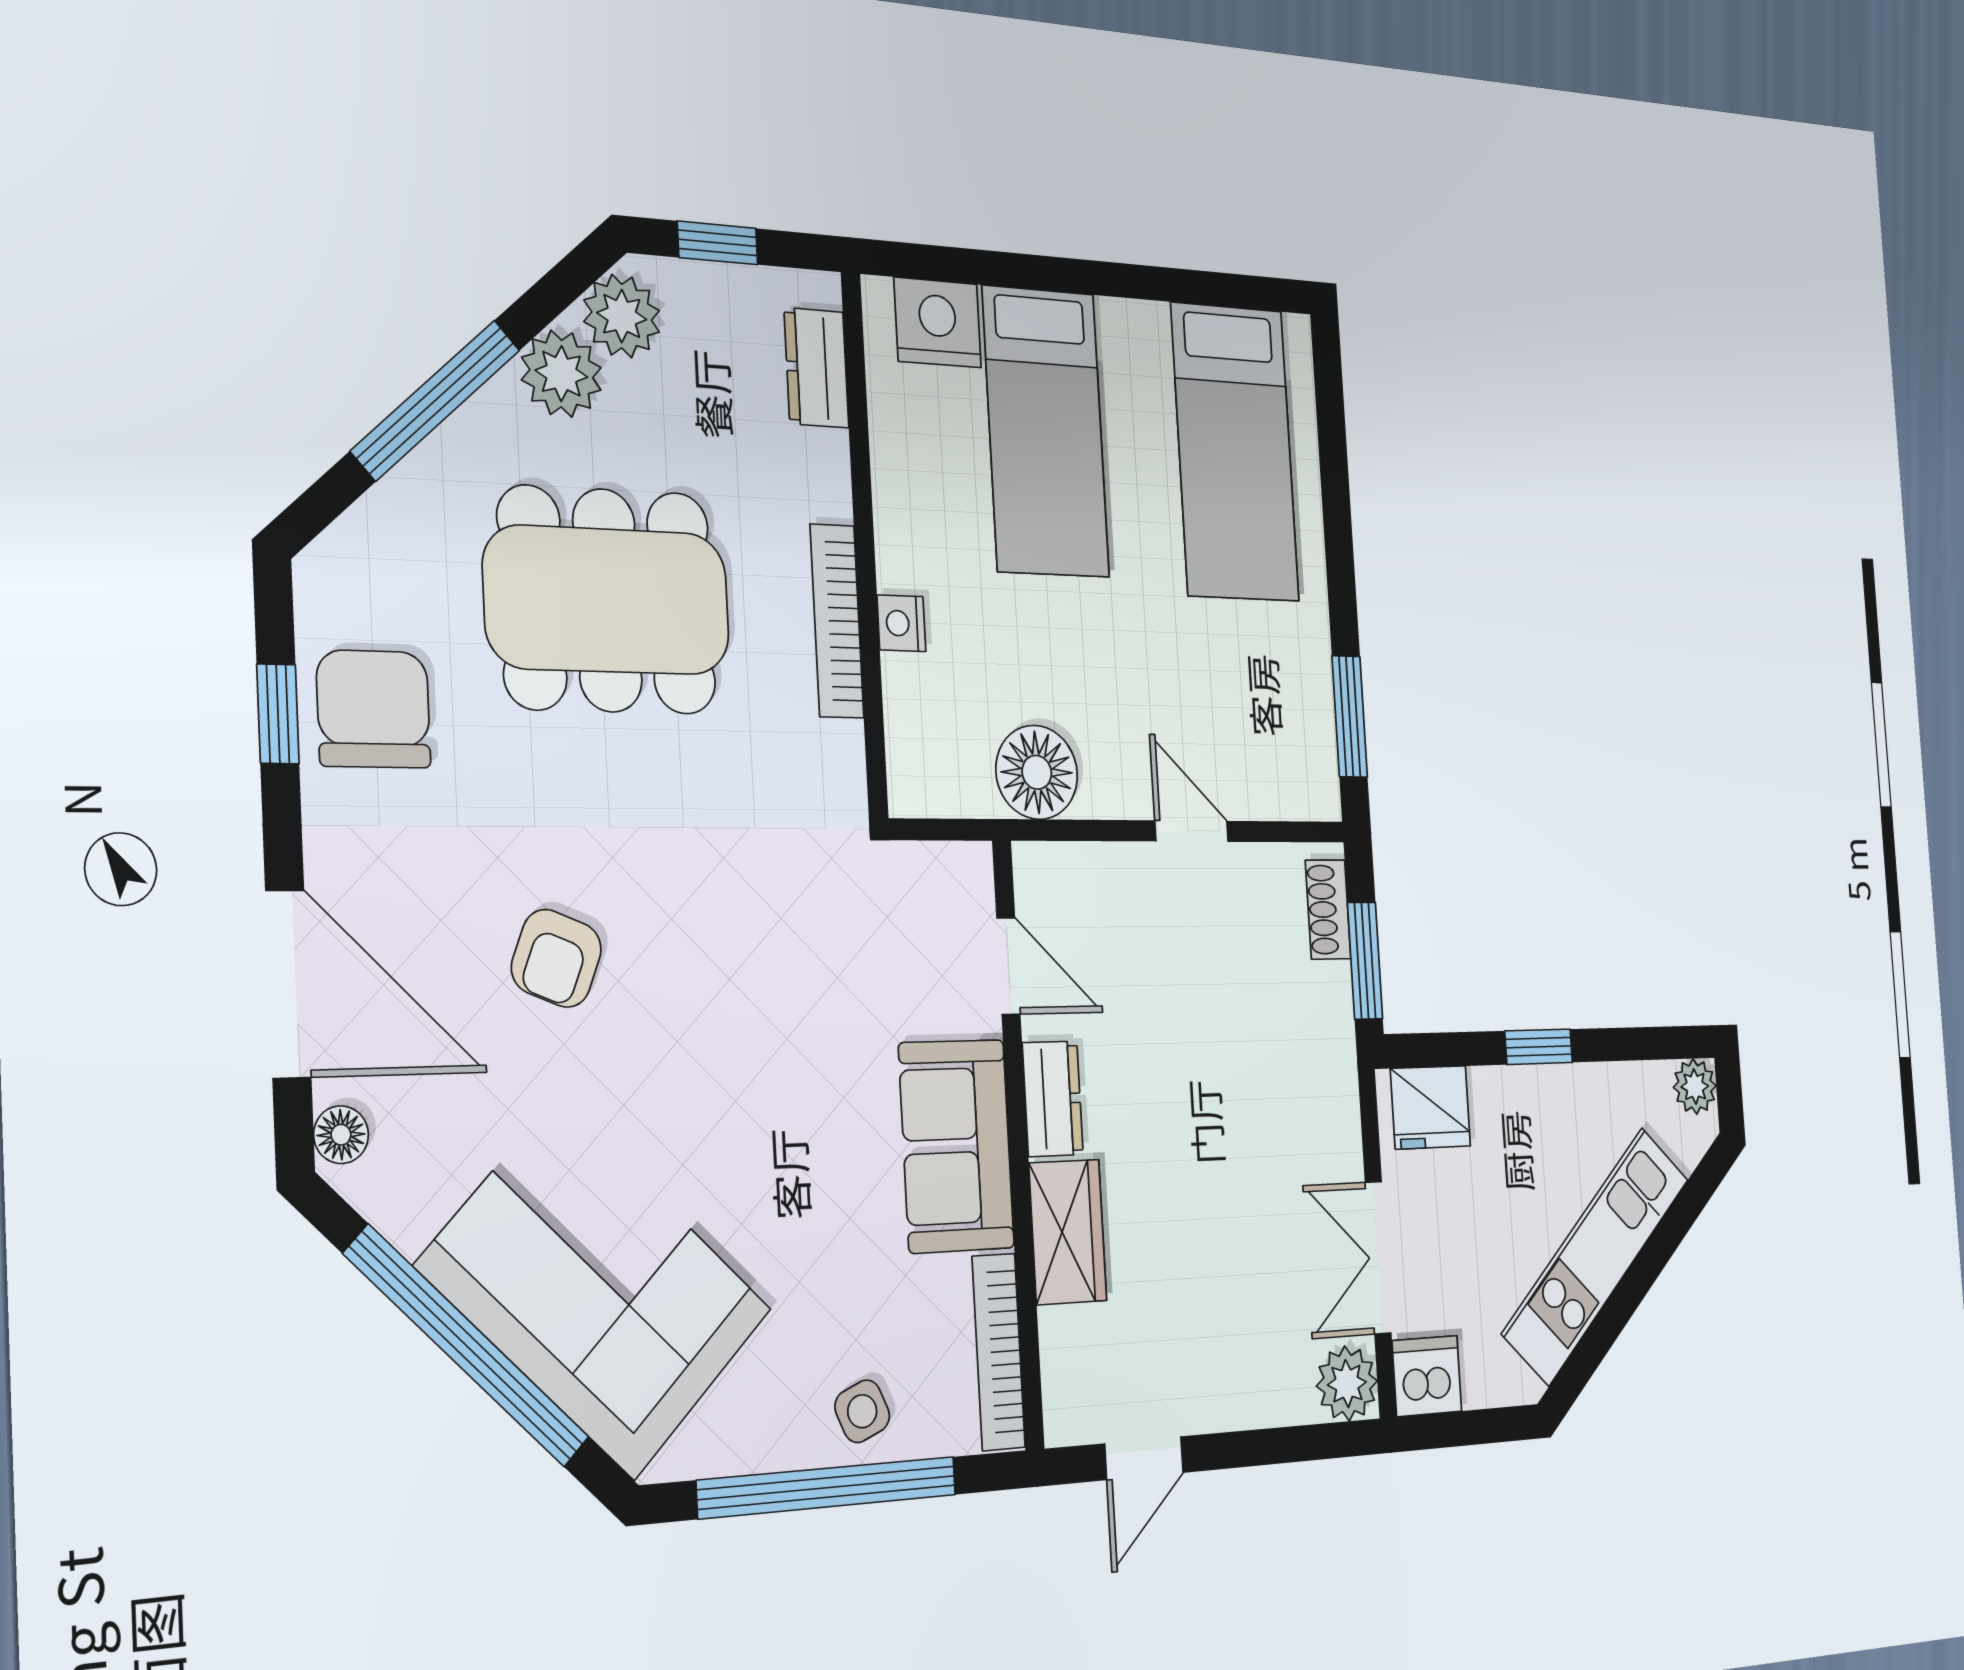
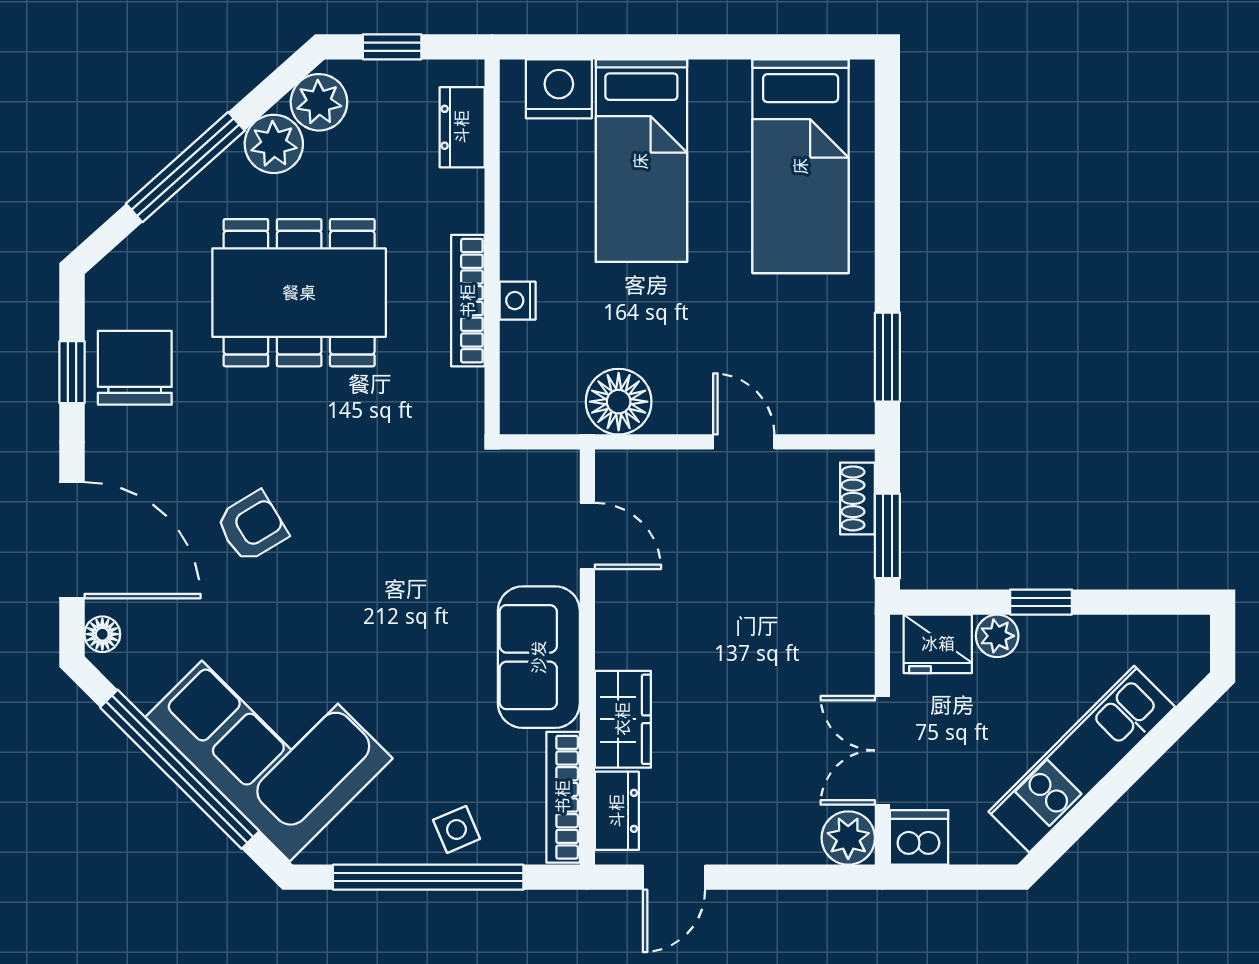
armchair: (556, 958) -> (252, 527), turned -143
plant: (1695, 1086) -> (997, 636), moved
dresser: (1053, 1099) -> (617, 811), moved

